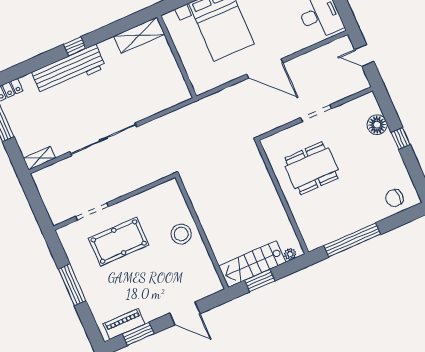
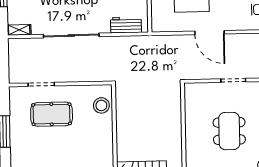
workbench: (163, 100) -> (126, 25), added
dining table: (311, 168) -> (229, 131), moved, turned 90
stool: (181, 234) -> (101, 105), moved

